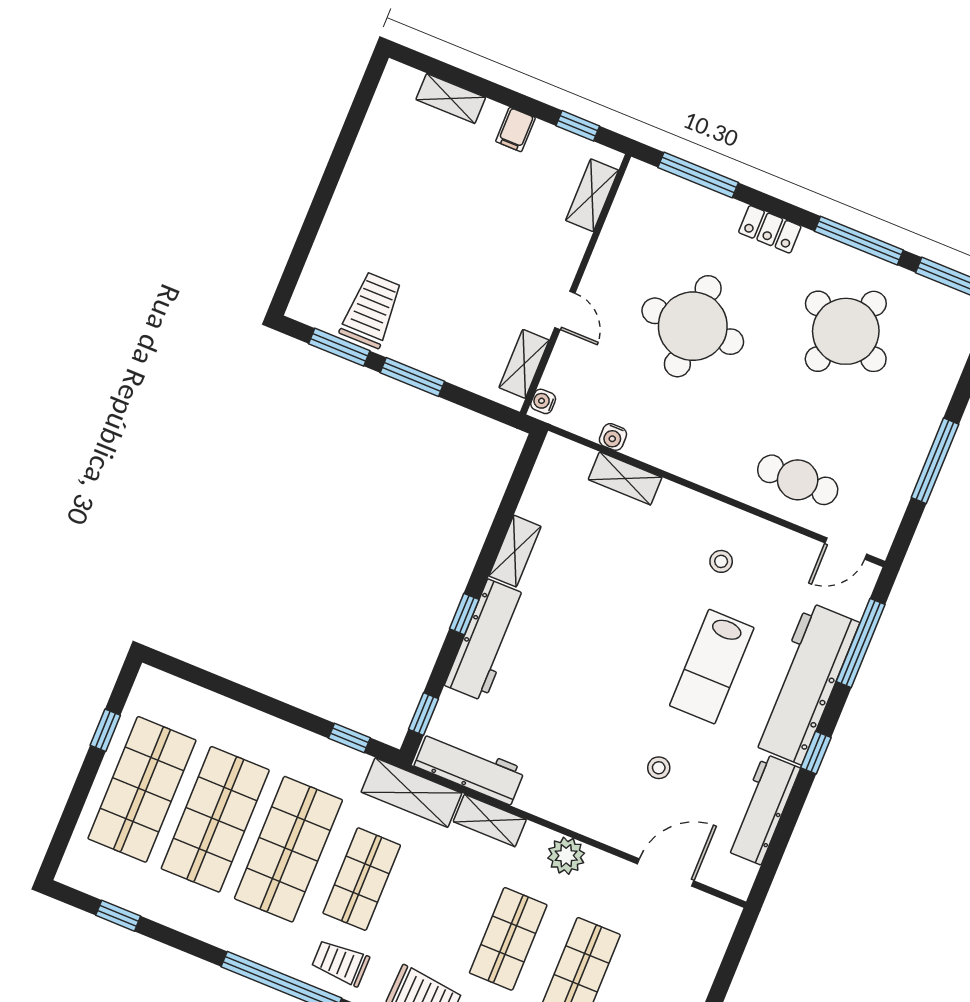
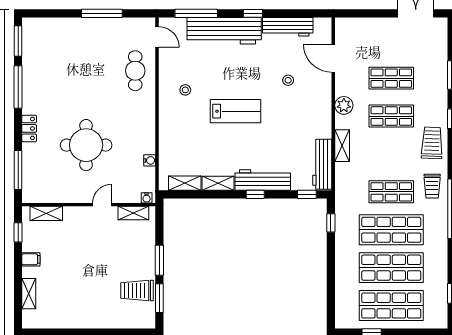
round table: (846, 331) -> (61, 76), removed
shelving: (625, 478) -> (185, 183), moved, turned 90
lab bench: (712, 667) -> (236, 111), moved
shelving: (411, 793) -> (344, 185), removed

